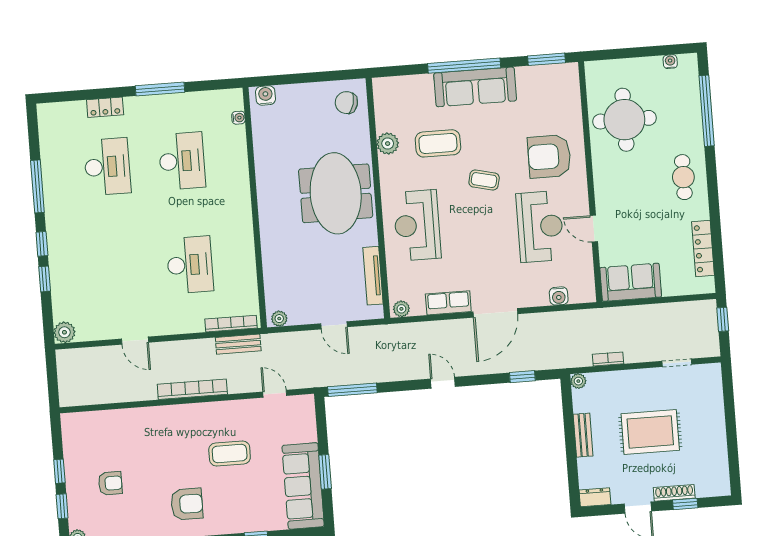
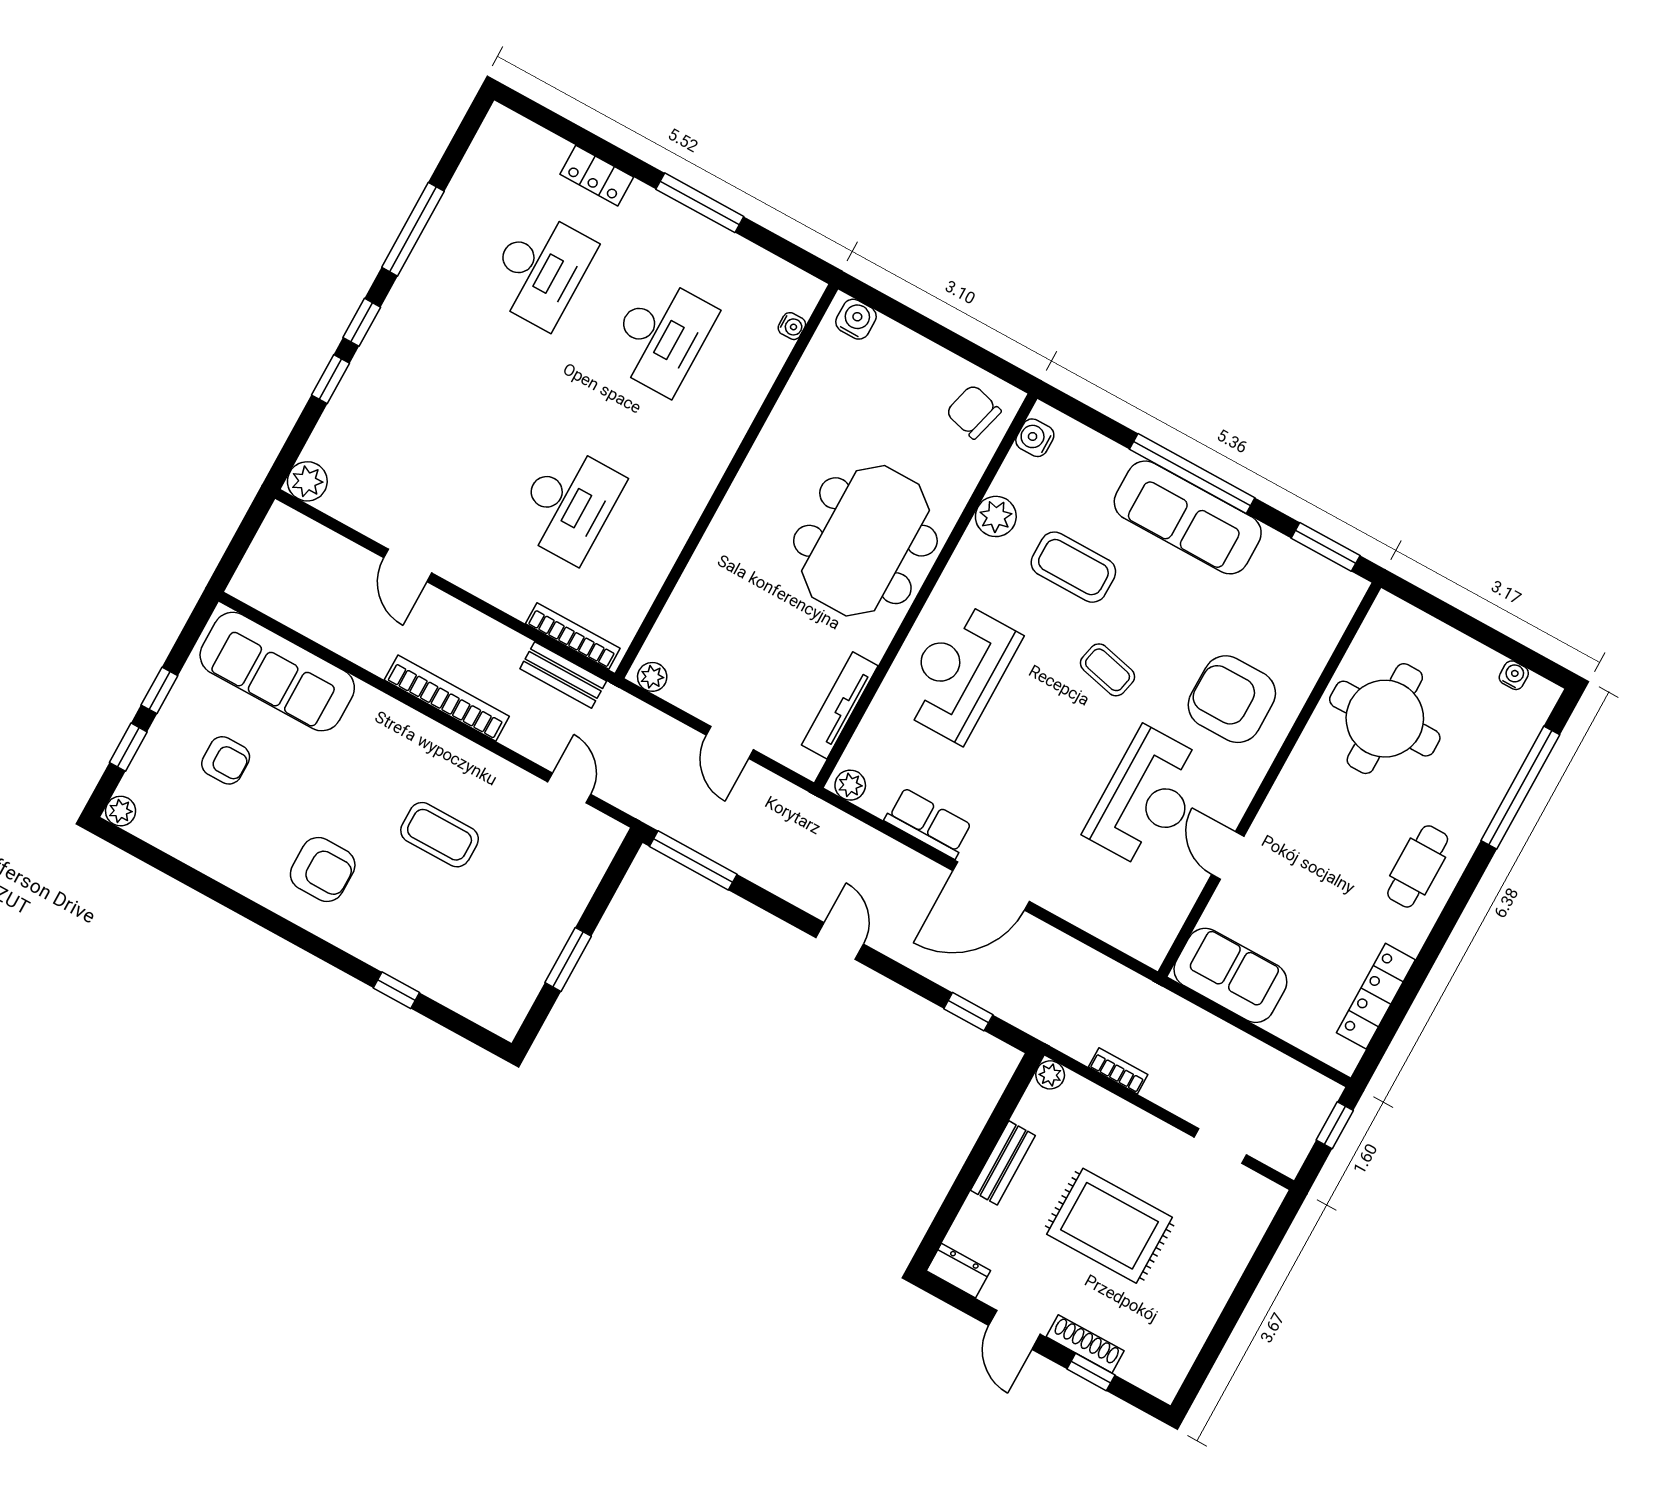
water cooler: (559, 296) -> (1035, 438), moved, turned 90
sofa: (303, 486) -> (277, 672), moved, turned -90

